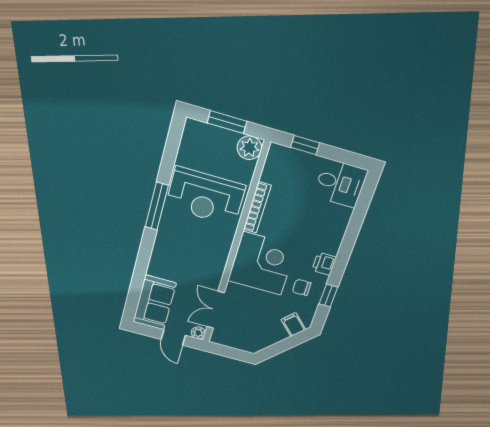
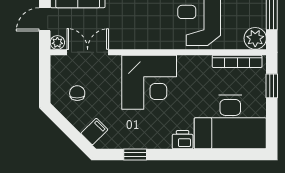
desk: (340, 183) -> (230, 122), width x1.87, depth x1.30
bookcase: (257, 207) -> (237, 61), moved
printer: (324, 264) -> (183, 140), moved
chair: (302, 287) -> (77, 93), moved

